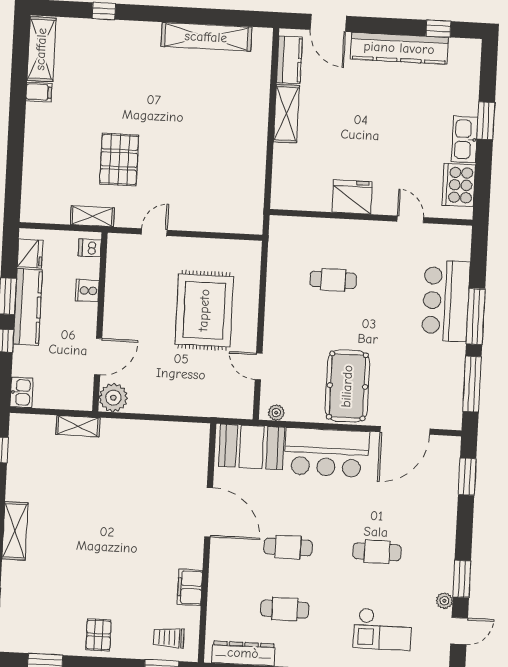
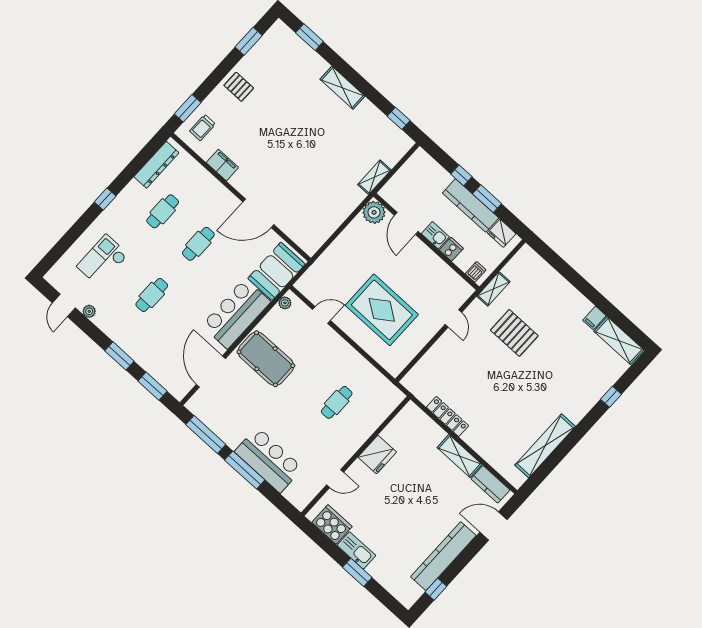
locker: (257, 158) -> (448, 416), added
kitchen sink: (21, 392) -> (435, 235), moved, turned 180
window: (462, 579) -> (119, 356), moved
trolley: (169, 638) -> (203, 128), turned 180

